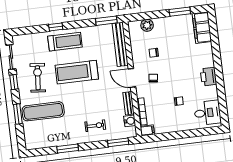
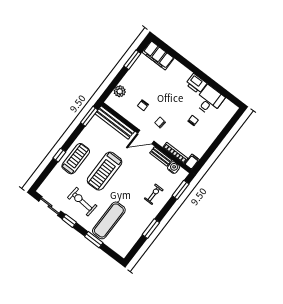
desk: (207, 113) -> (209, 100), moved

